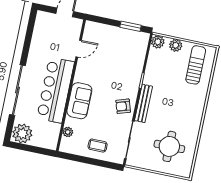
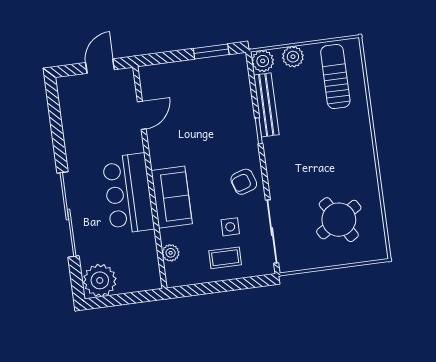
bar counter: (56, 90) -> (128, 194), width x0.73
bench: (144, 103) -> (266, 105), moved
side table: (107, 129) -> (230, 227), added
round table: (169, 146) -> (339, 220), turned -32

